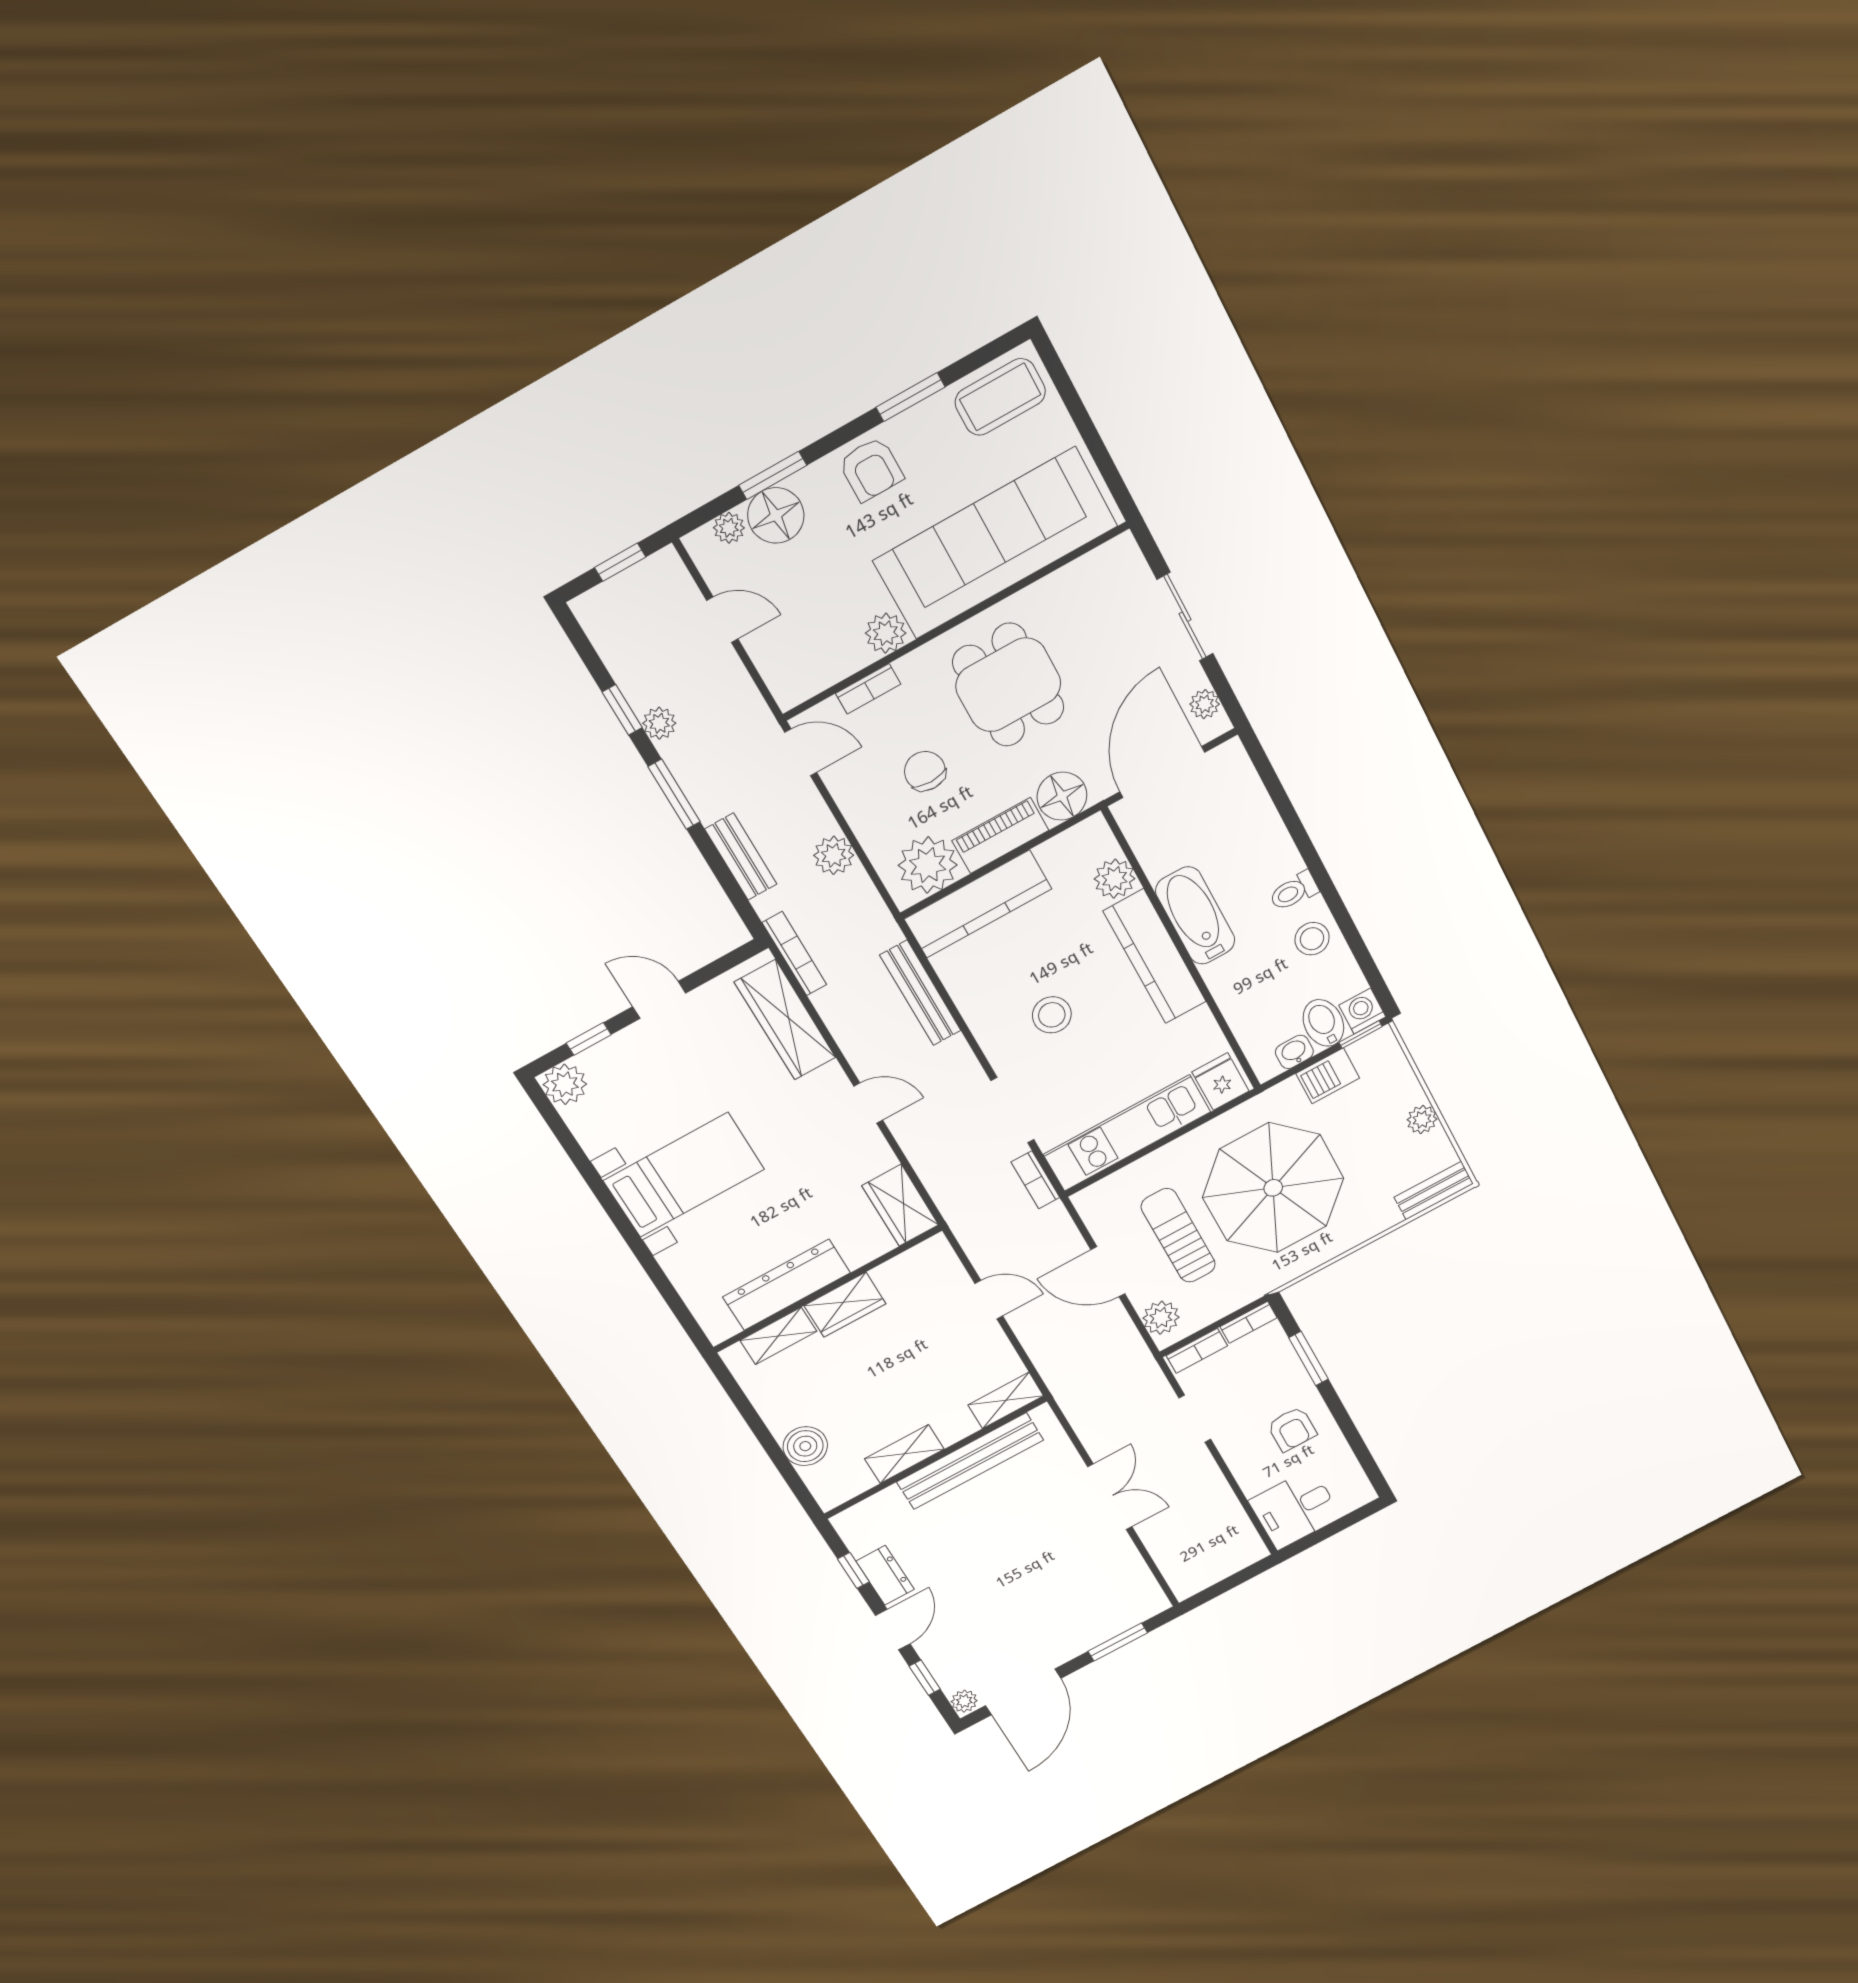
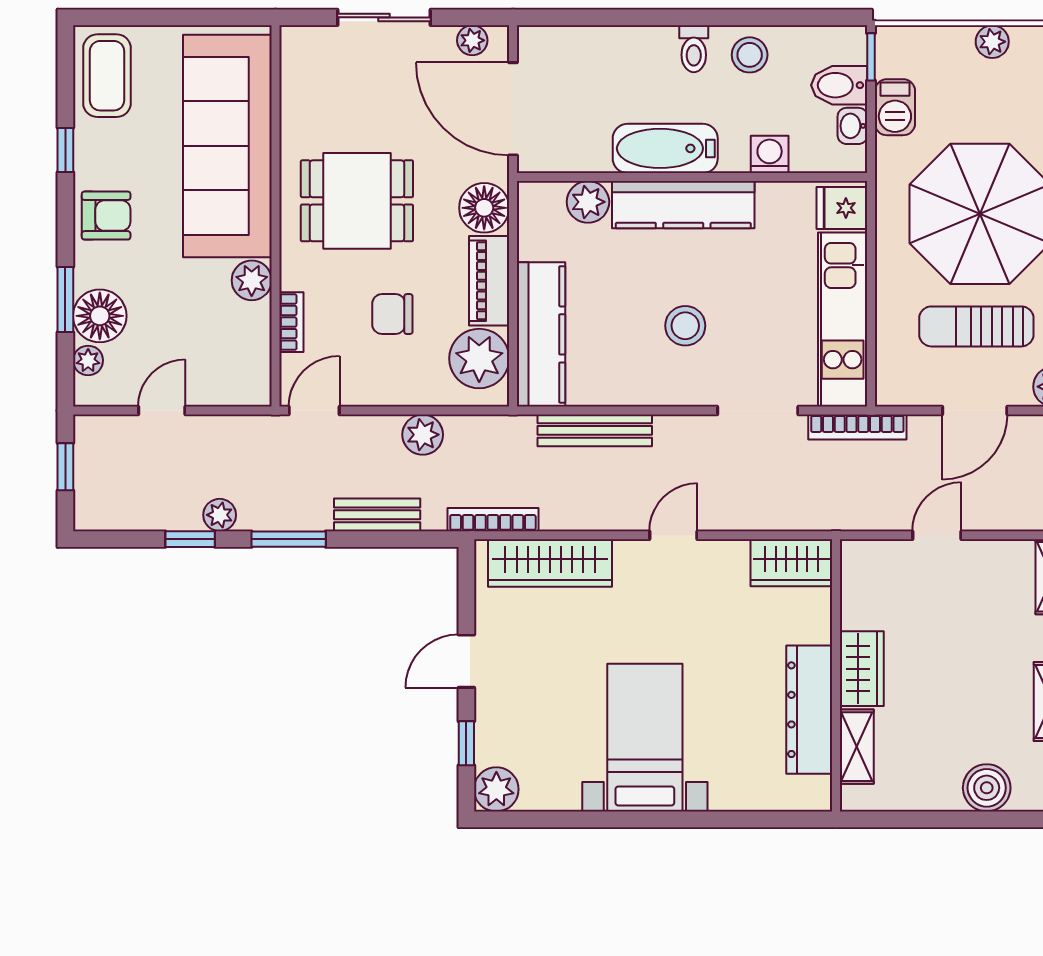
window: (910, 397) -> (65, 150), width x0.67
washing machine: (1362, 1011) -> (770, 154), moved, turned 90
bookcase: (1035, 1180) -> (857, 427), width x1.56

